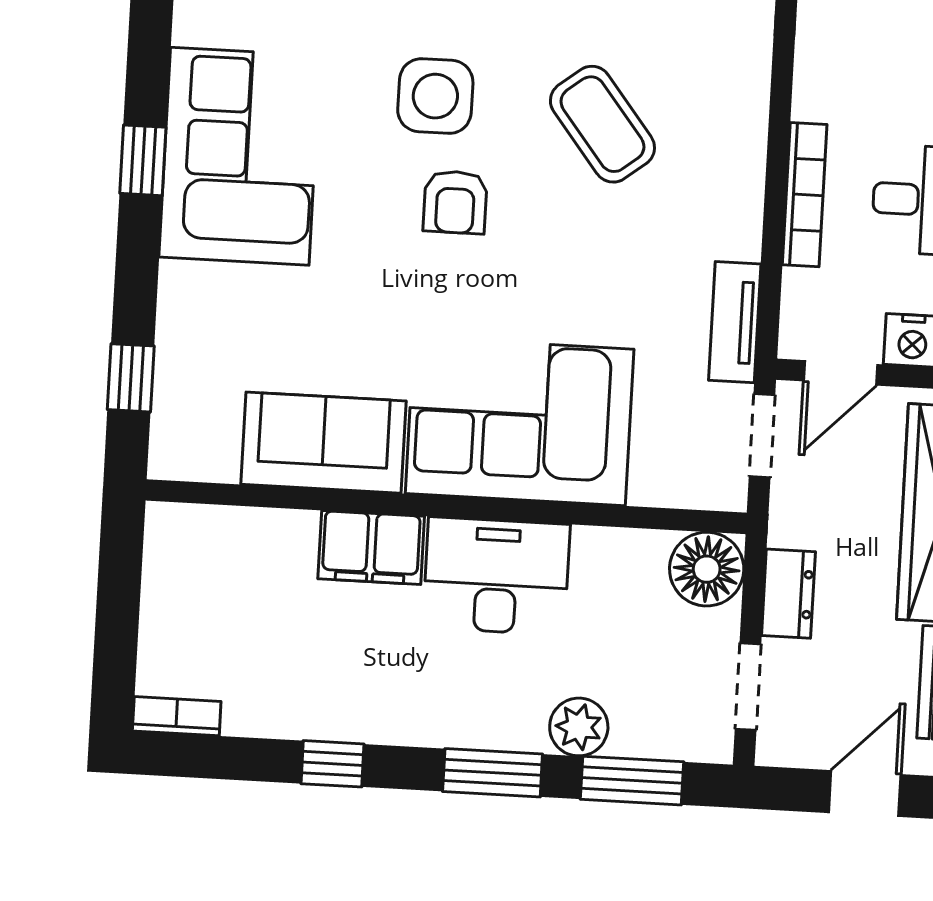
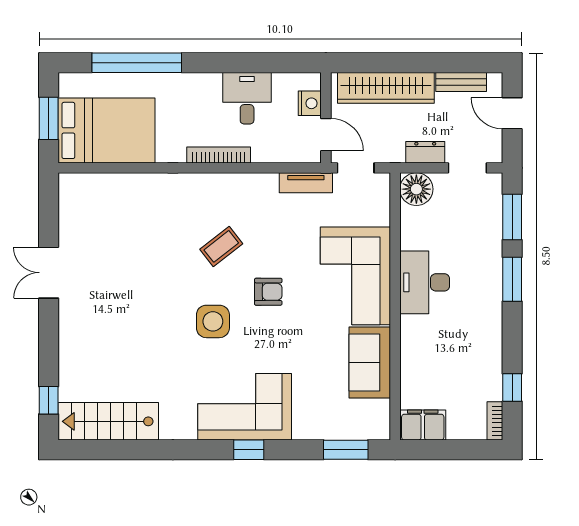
coffee table: (602, 124) -> (221, 246), width x0.73, depth x0.77
bookcase: (805, 195) -> (219, 155), moved
armchair: (455, 202) -> (268, 292), moved
window: (131, 378) -> (346, 450), width x1.50
filing cabinet: (371, 548) -> (423, 425), moved, turned -90
plant: (579, 727) -> (490, 242), removed
window: (333, 764) -> (512, 387), moved

